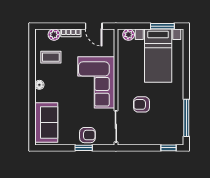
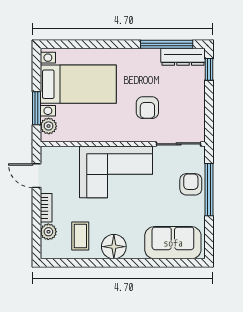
door: (94, 26) -> (36, 176), swing flipped
window: (162, 26) -> (36, 108), moved
floor lamp: (39, 85) -> (114, 247), width x1.89, depth x1.89
dresser: (177, 130) -> (183, 57), added
window: (84, 148) -> (209, 190), width x2.17

